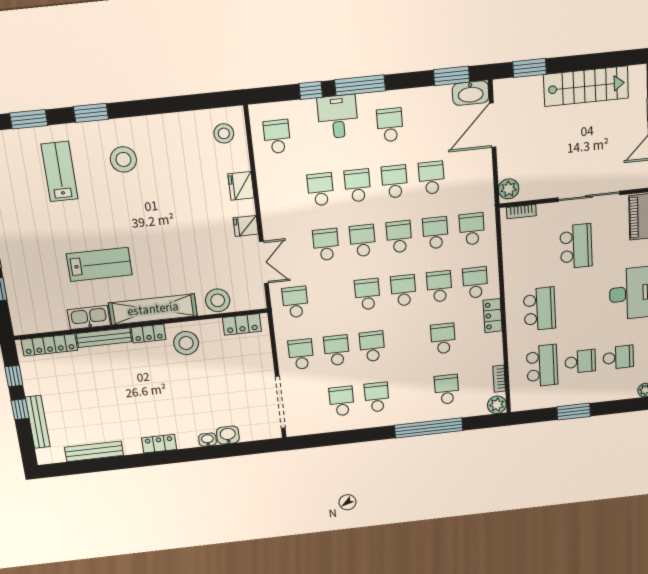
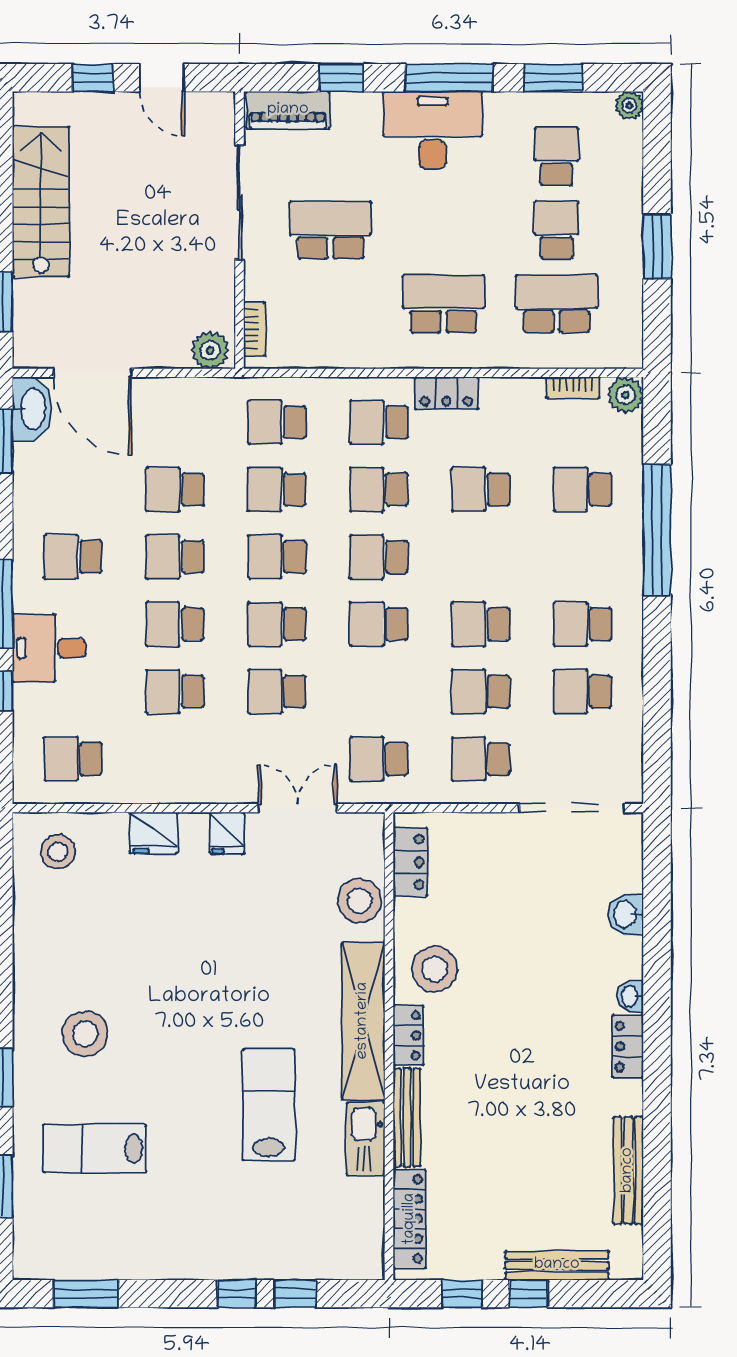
washbasin: (208, 440) -> (630, 996), moved

